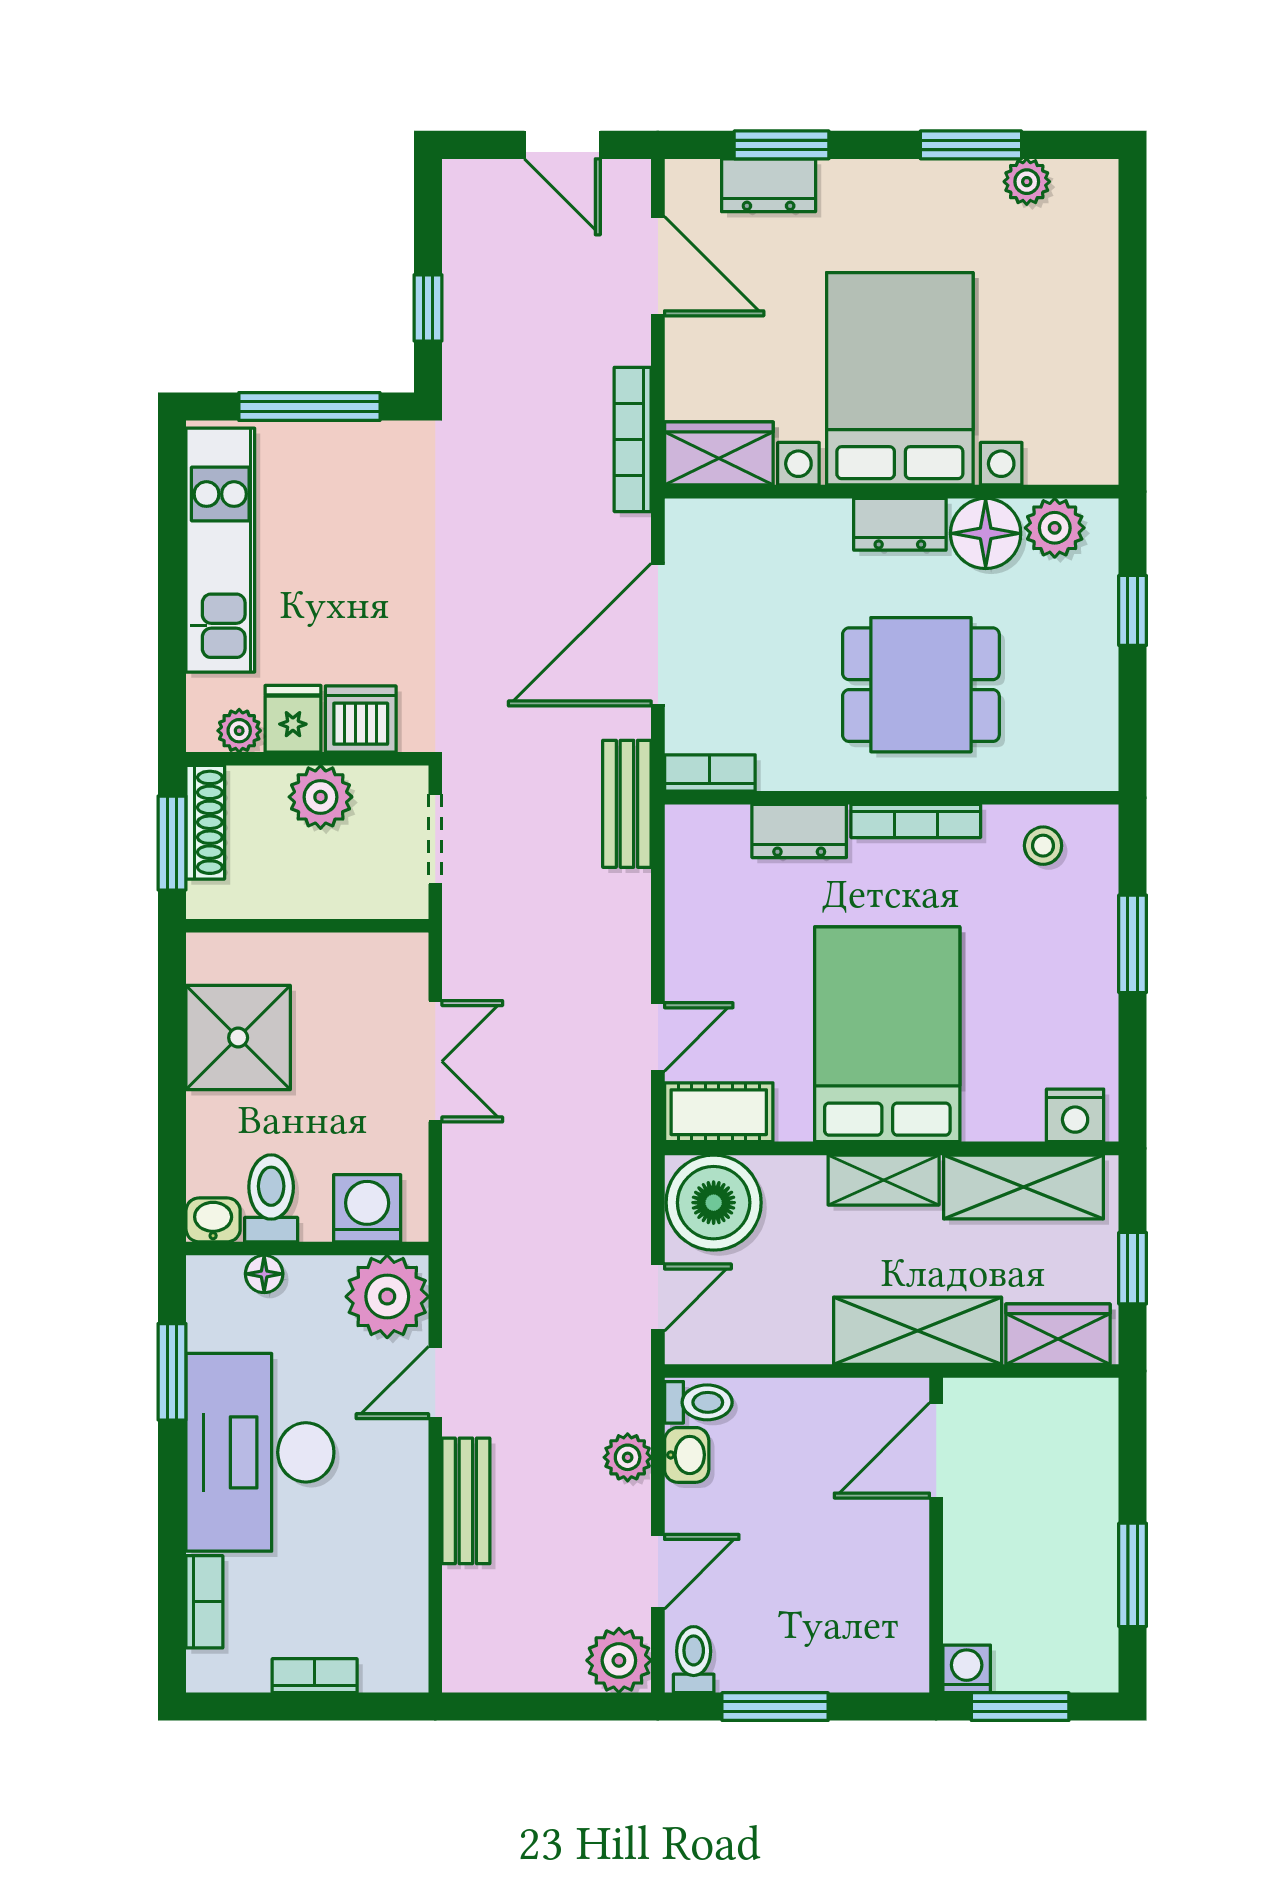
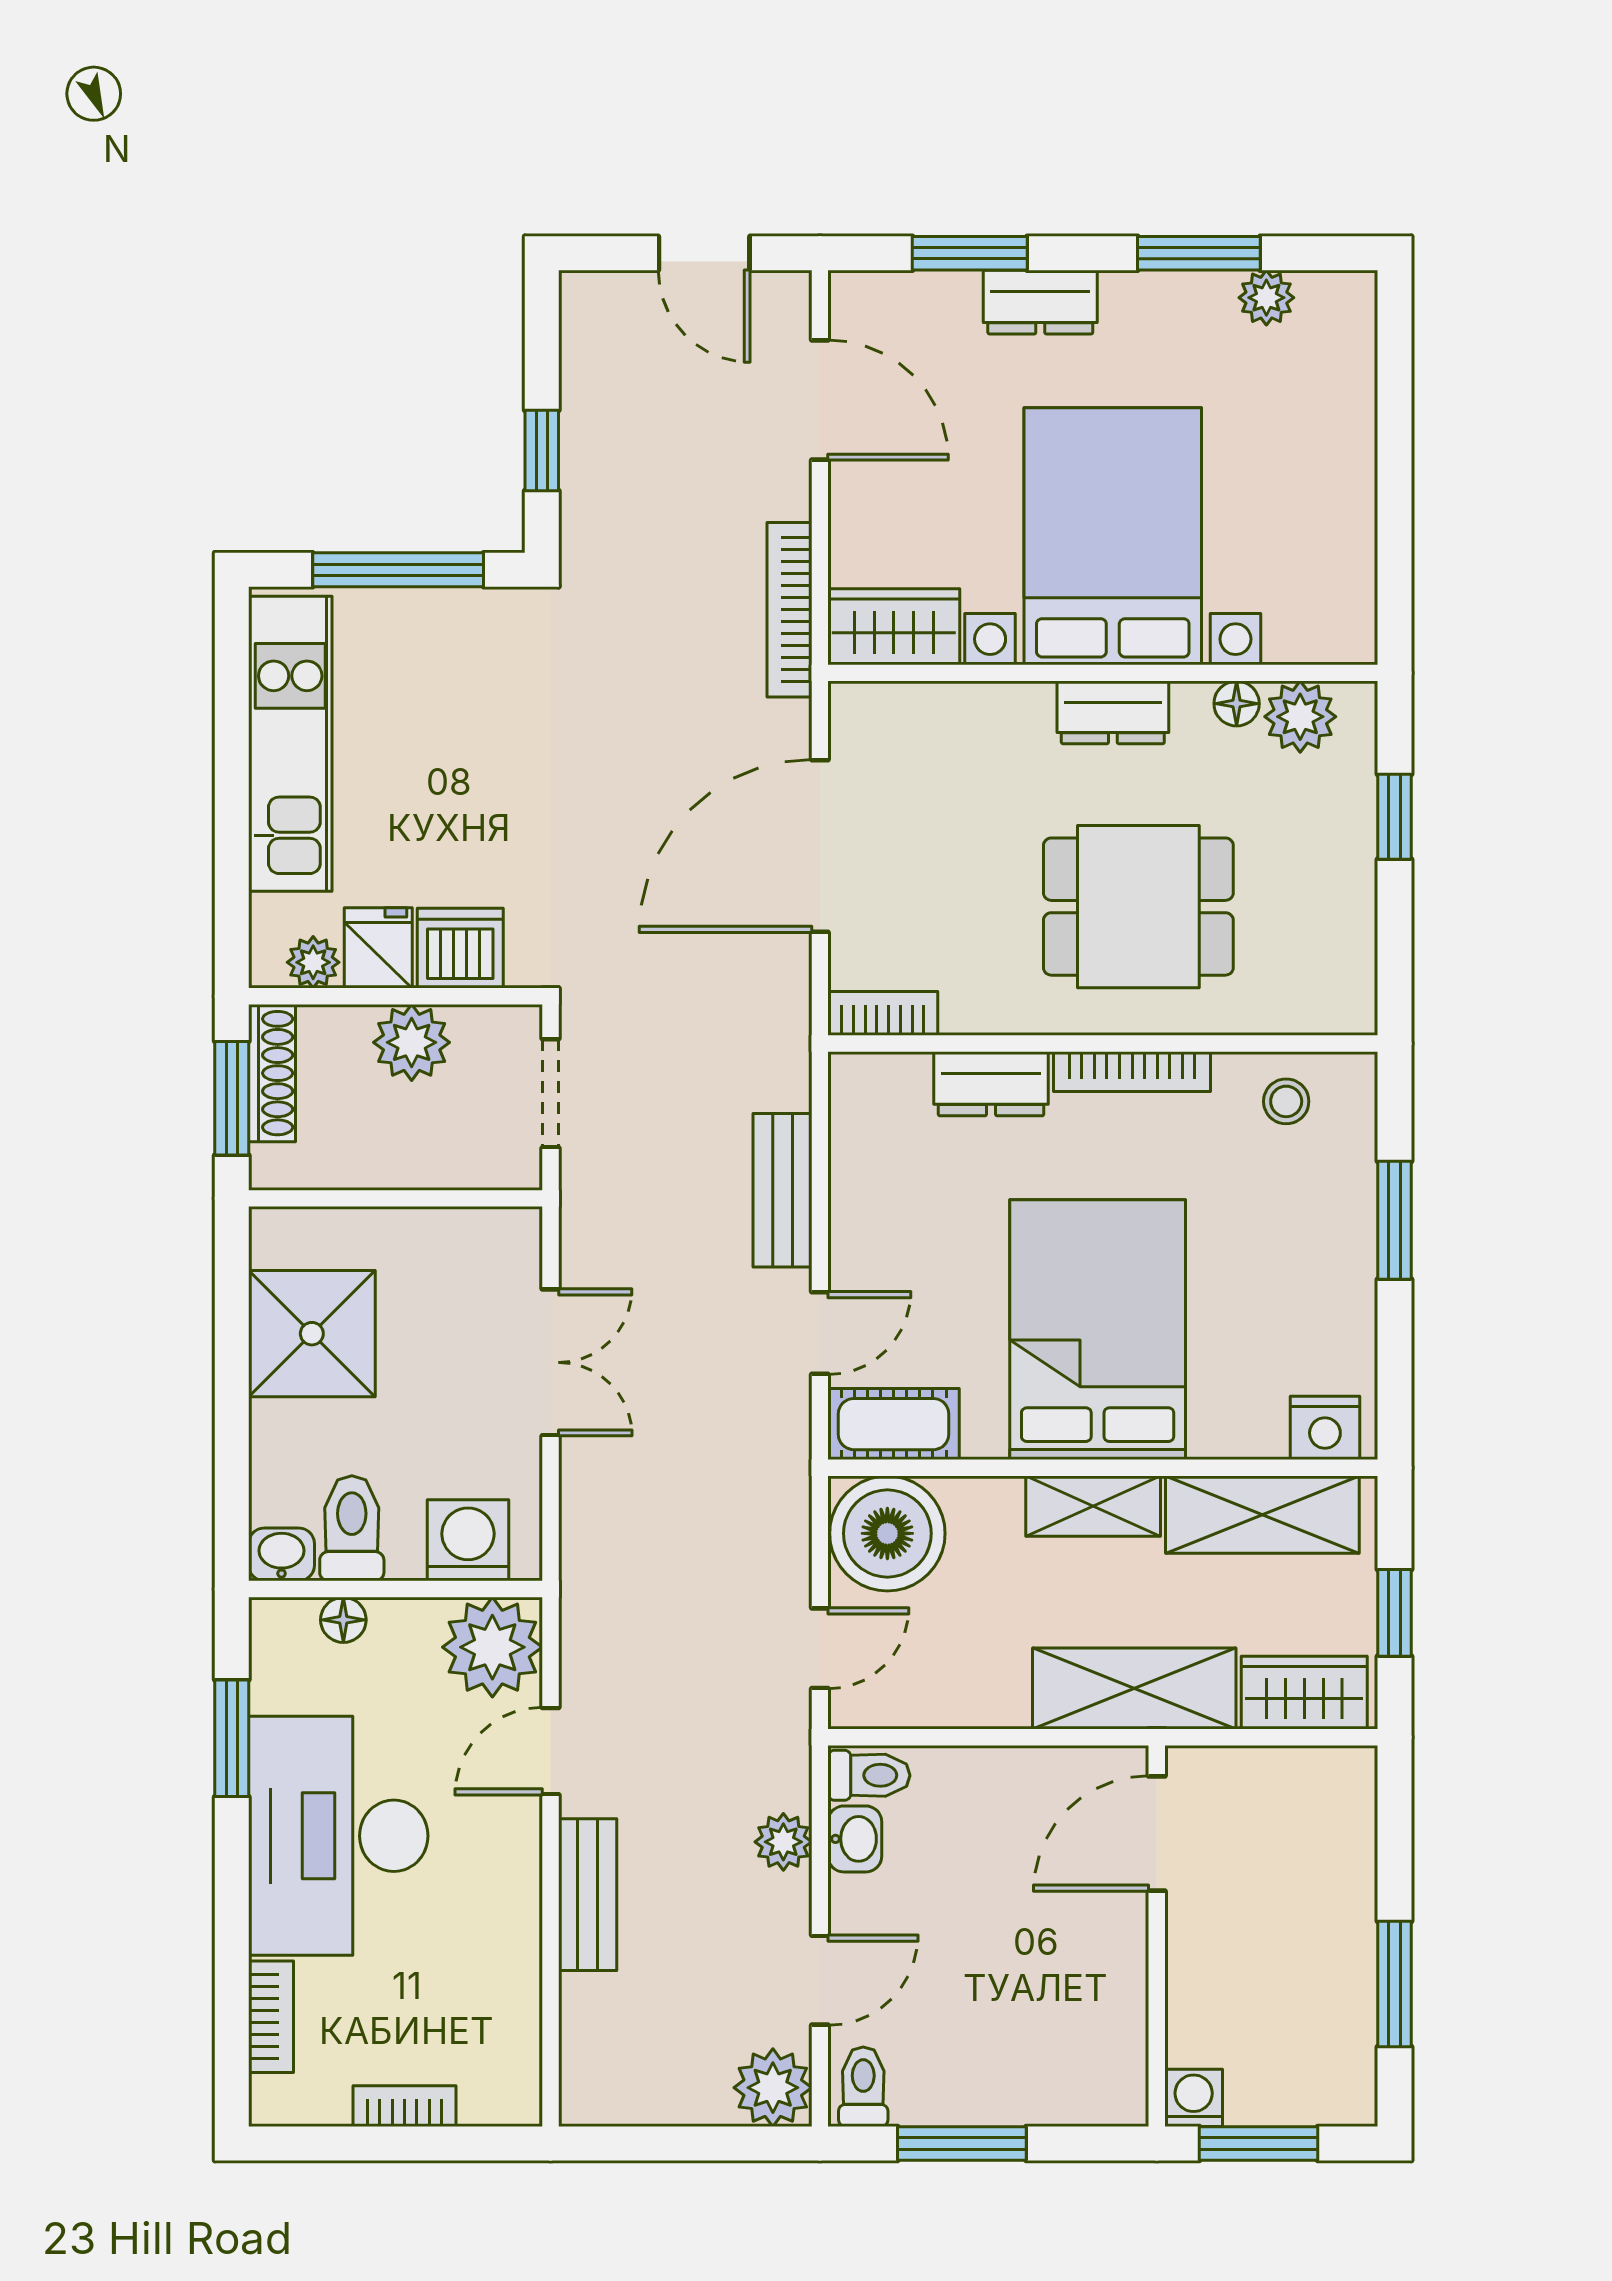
dresser: (769, 185) -> (1040, 302), moved
floor lamp: (986, 533) -> (1237, 704), width x0.53, depth x0.53
bench: (627, 804) -> (782, 1190), moved

